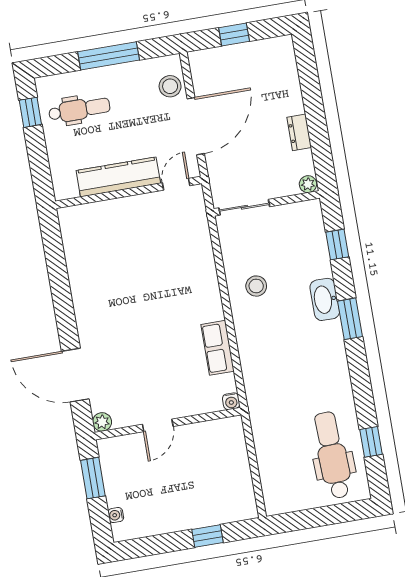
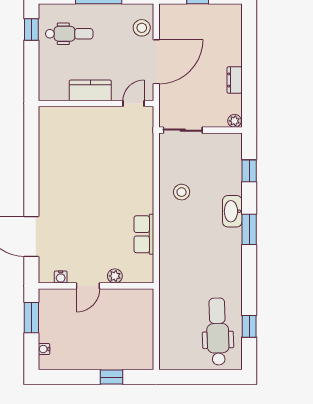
kitchen counter: (118, 177) -> (90, 90), width x0.67
water cooler: (231, 401) -> (61, 277), moved
plant: (102, 422) -> (115, 276), moved

